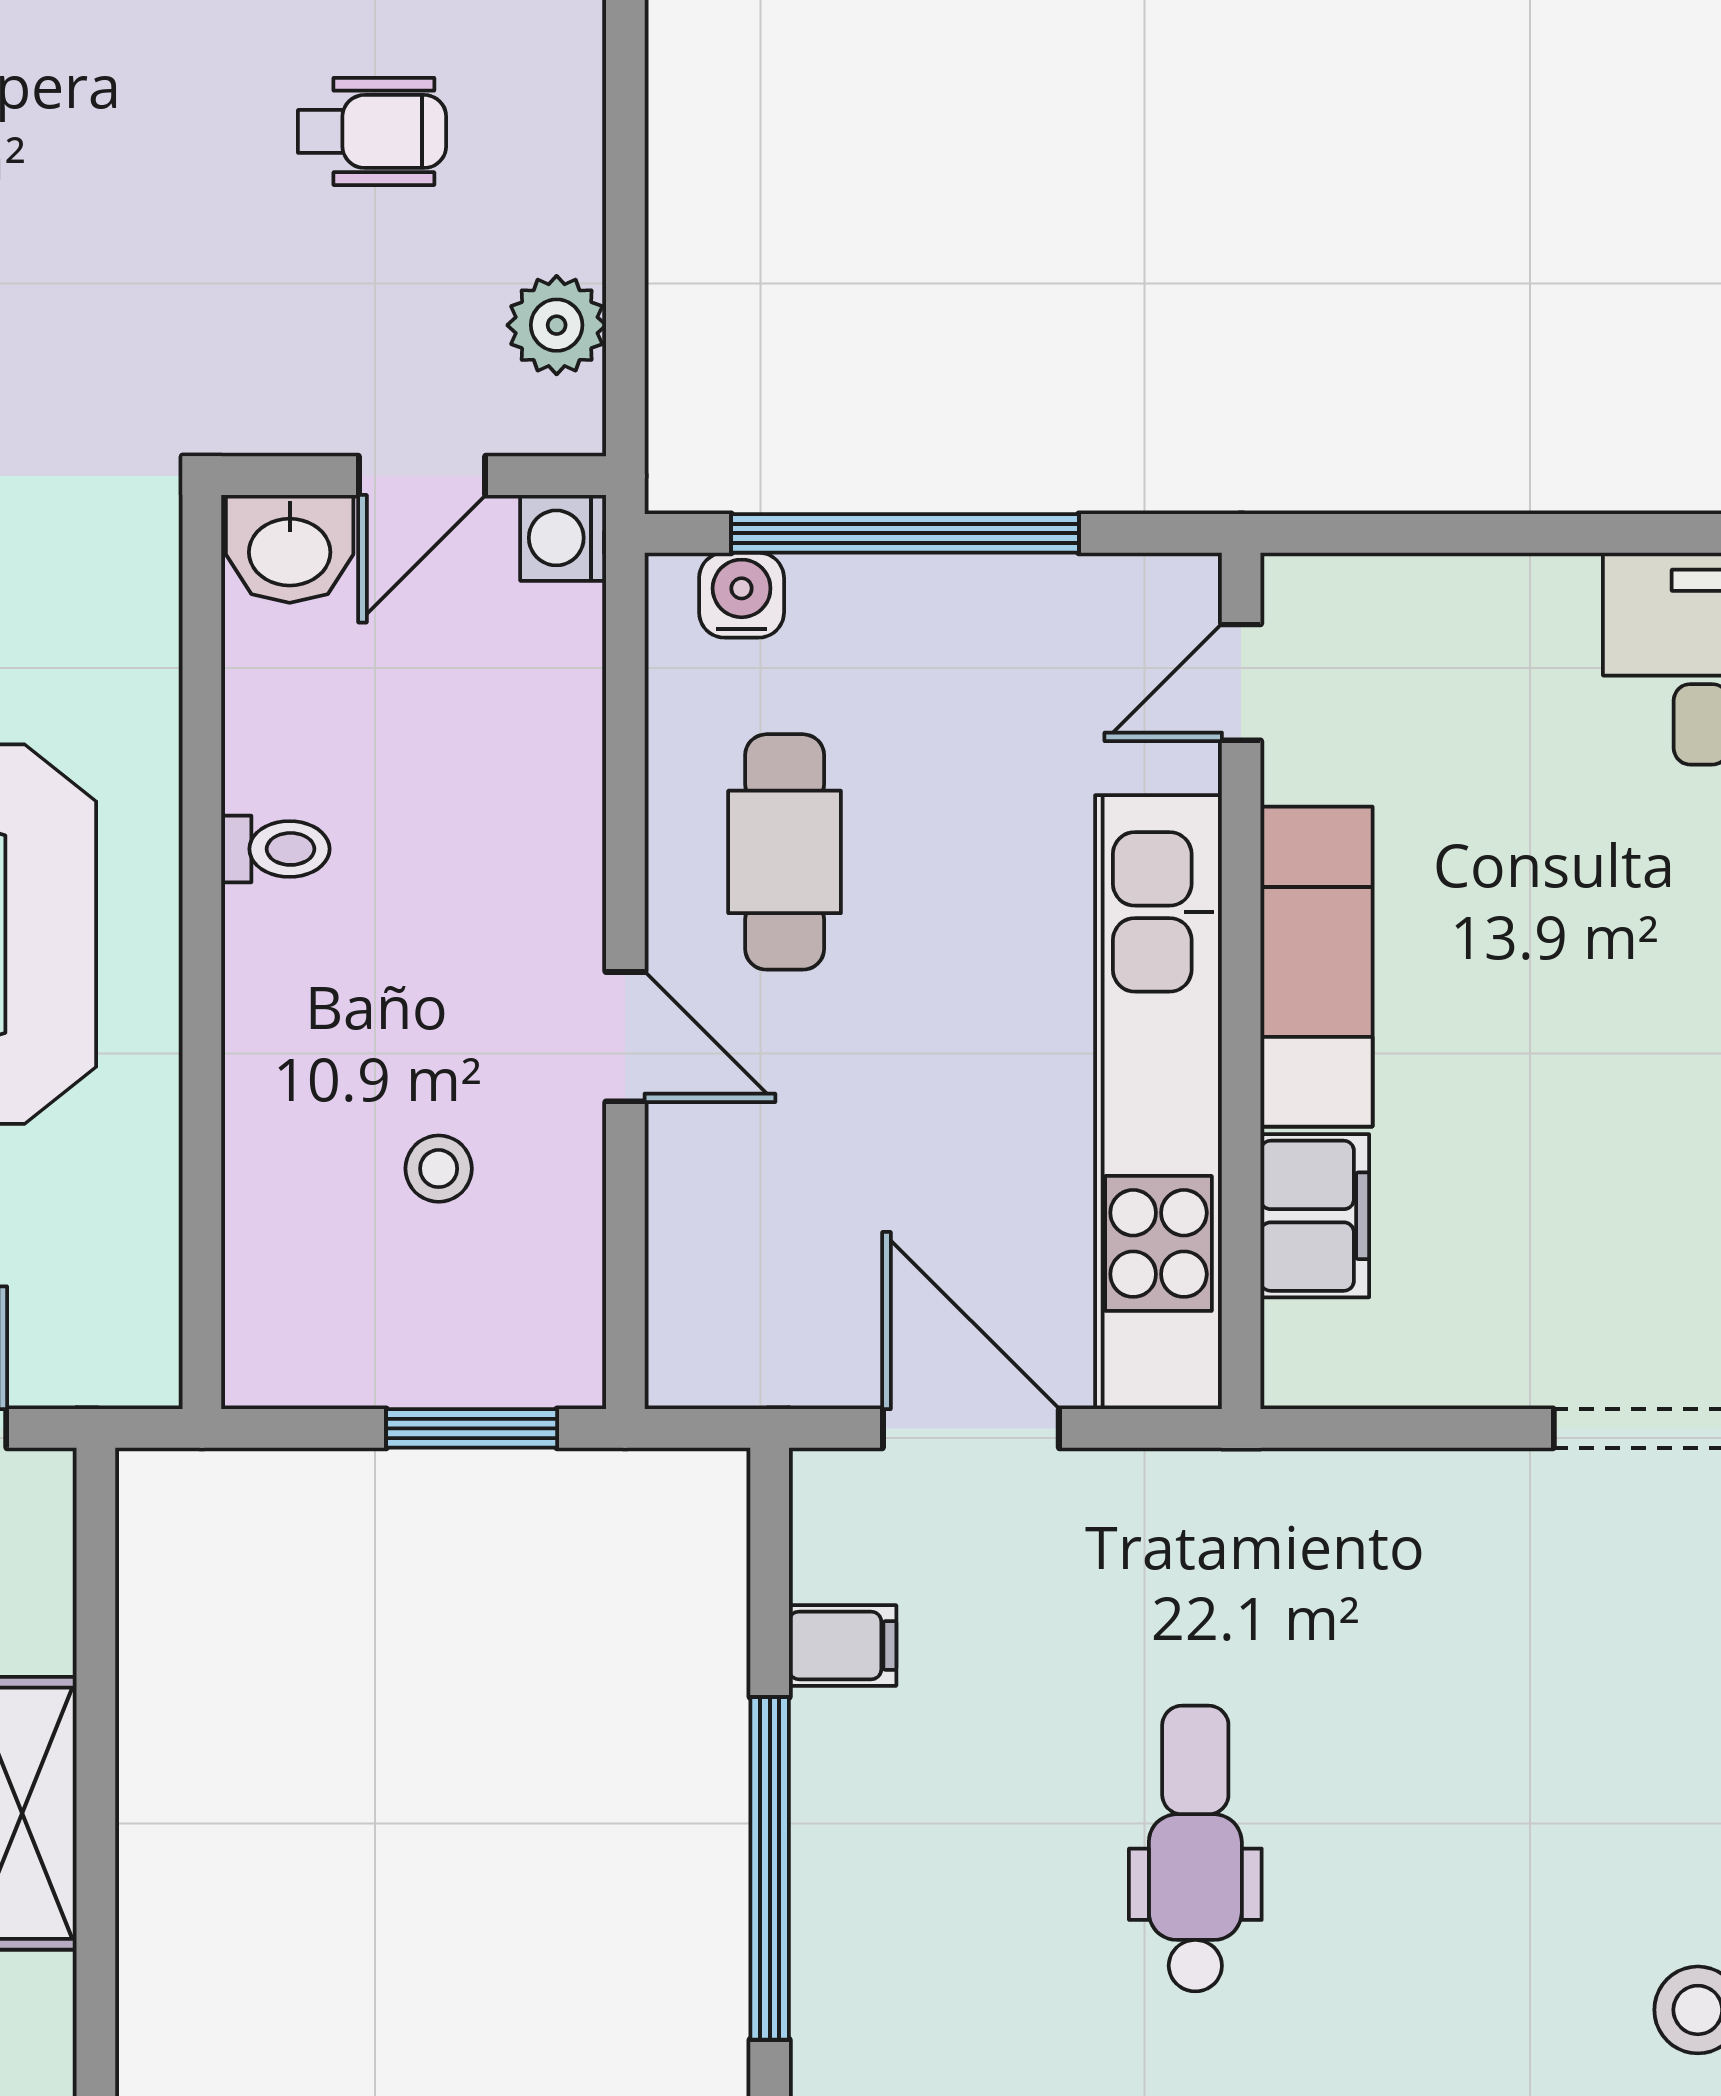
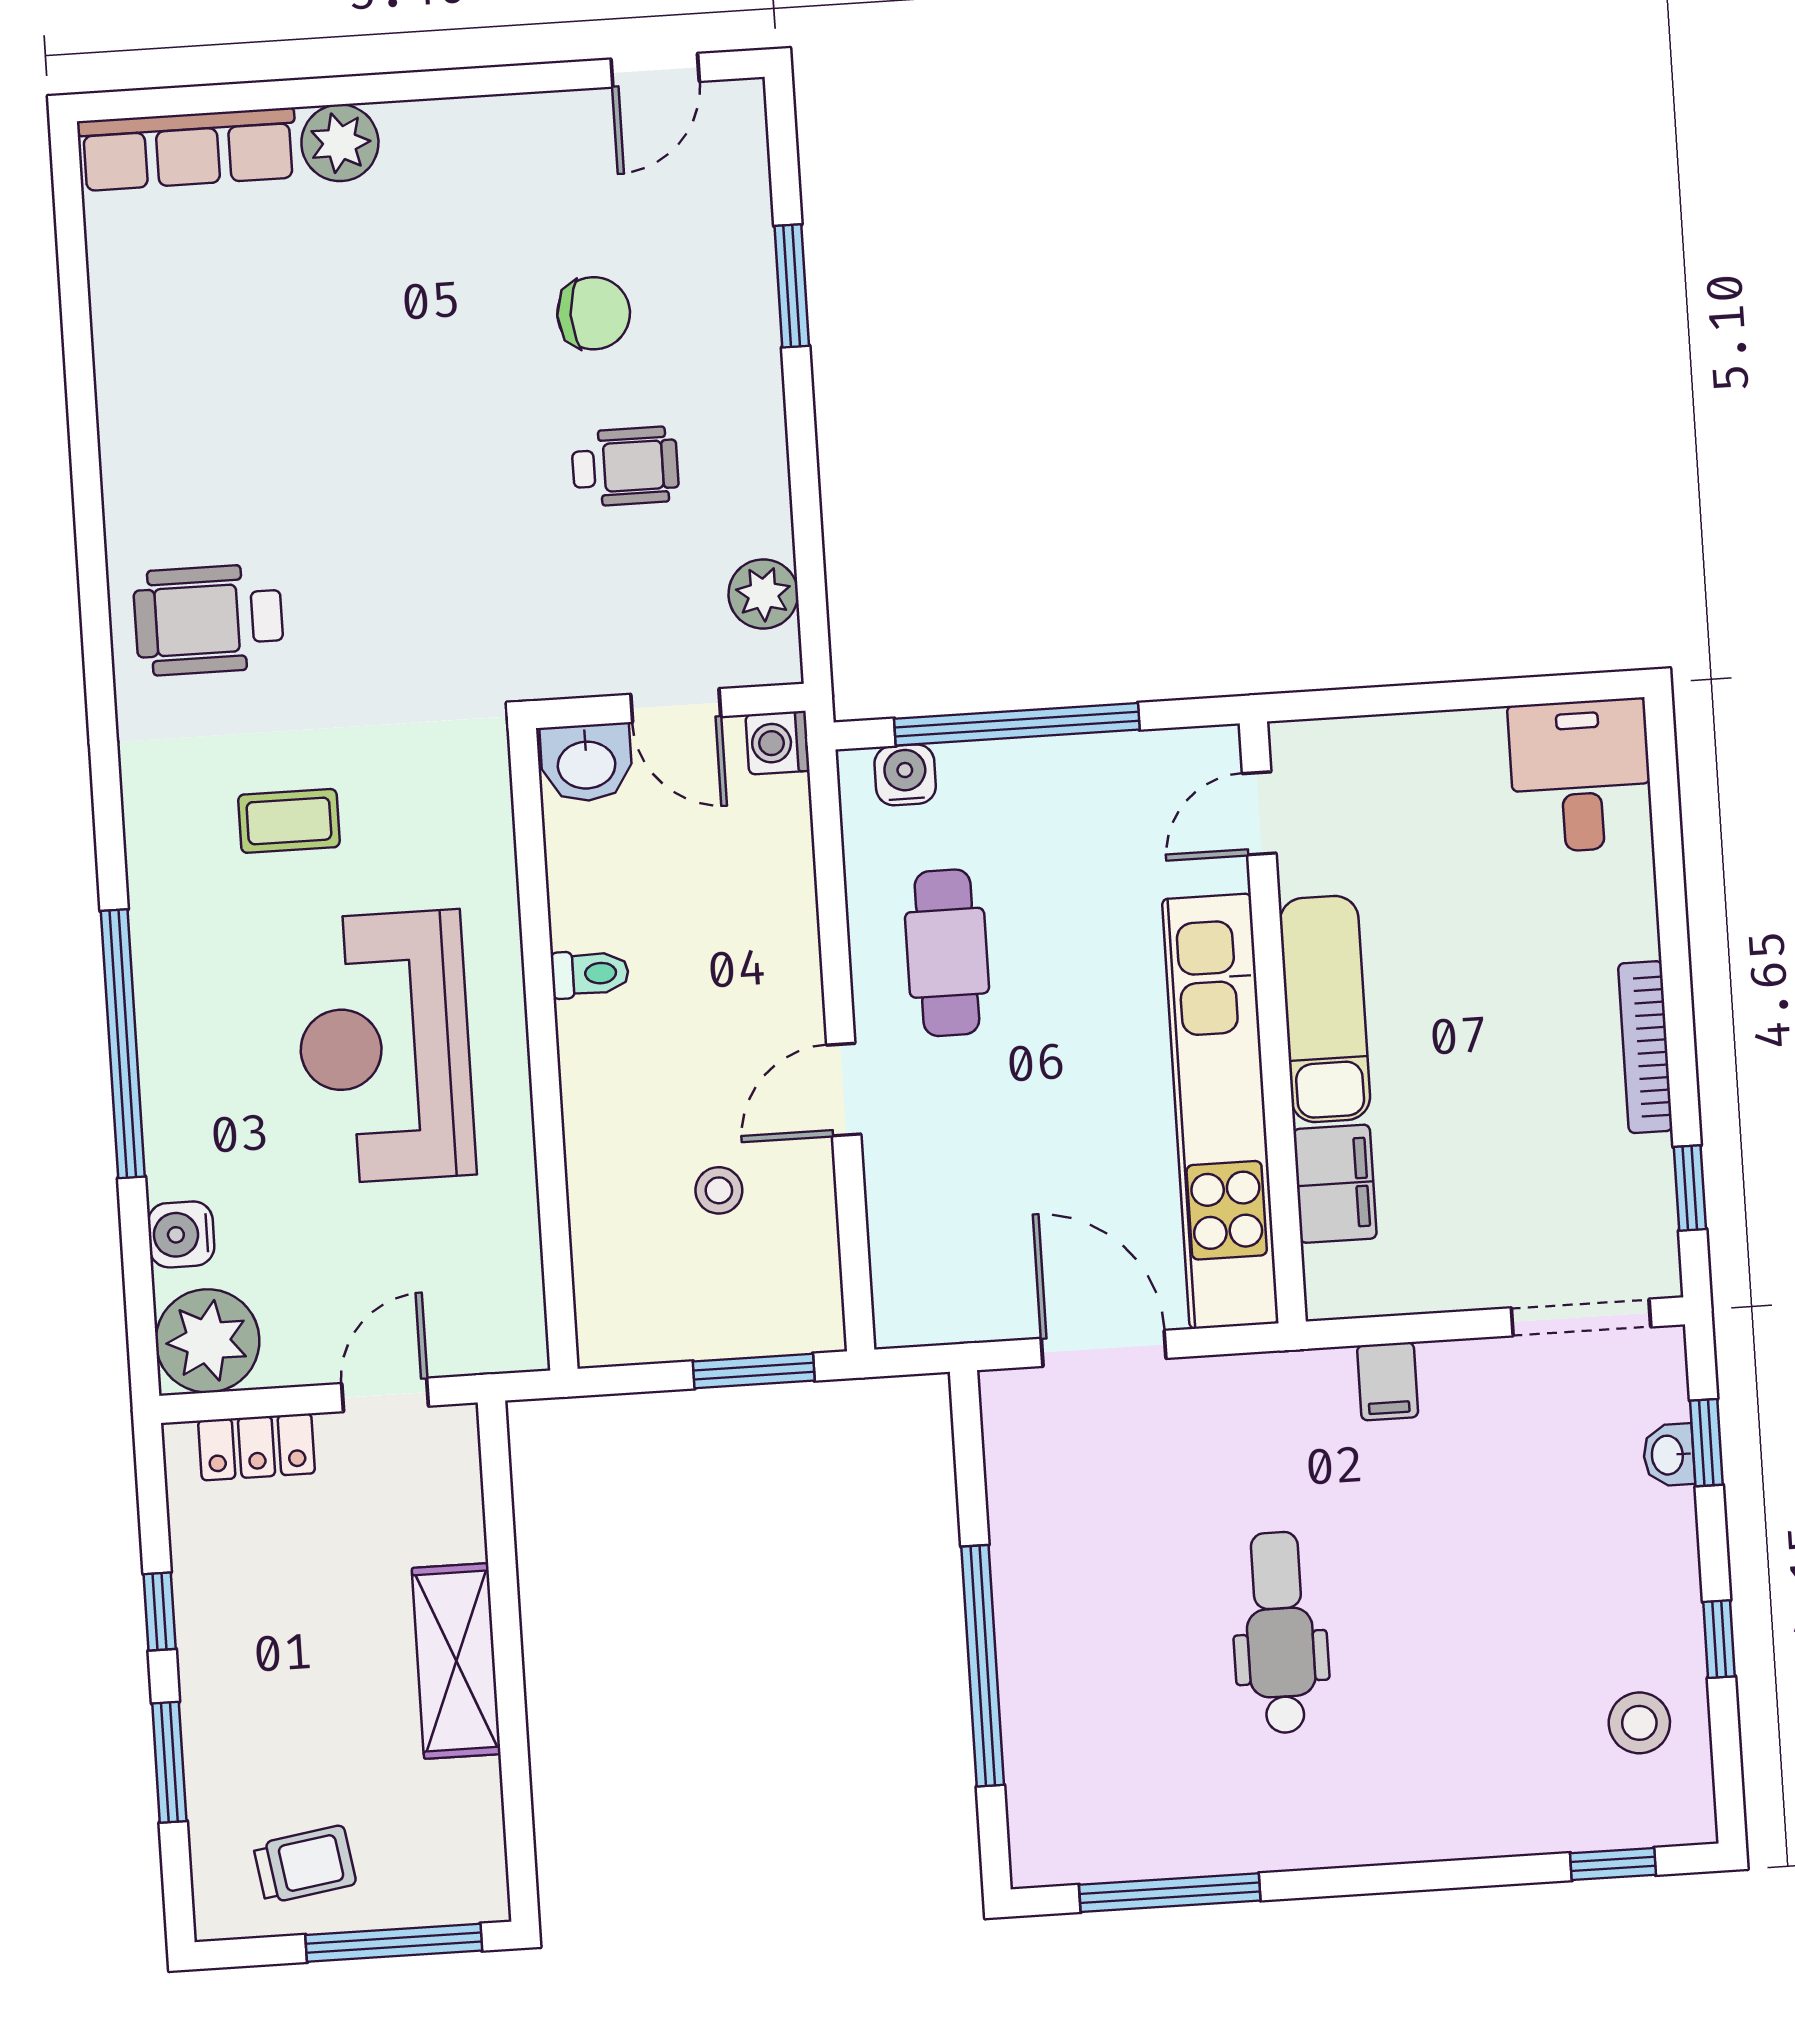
door: (422, 476) -> (676, 706), hinge flipped
door: (625, 1037) -> (844, 1090), swing flipped
filing cabinet: (843, 1645) -> (1388, 1381), moved, turned 90

